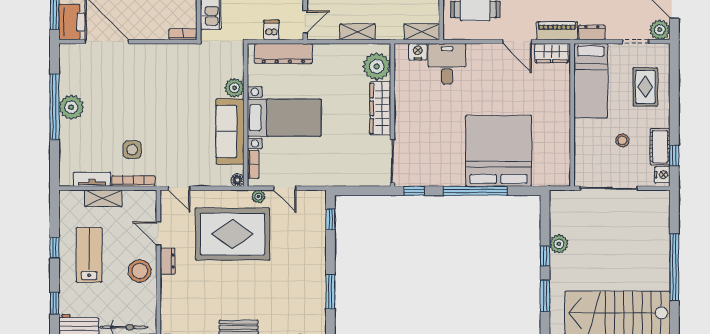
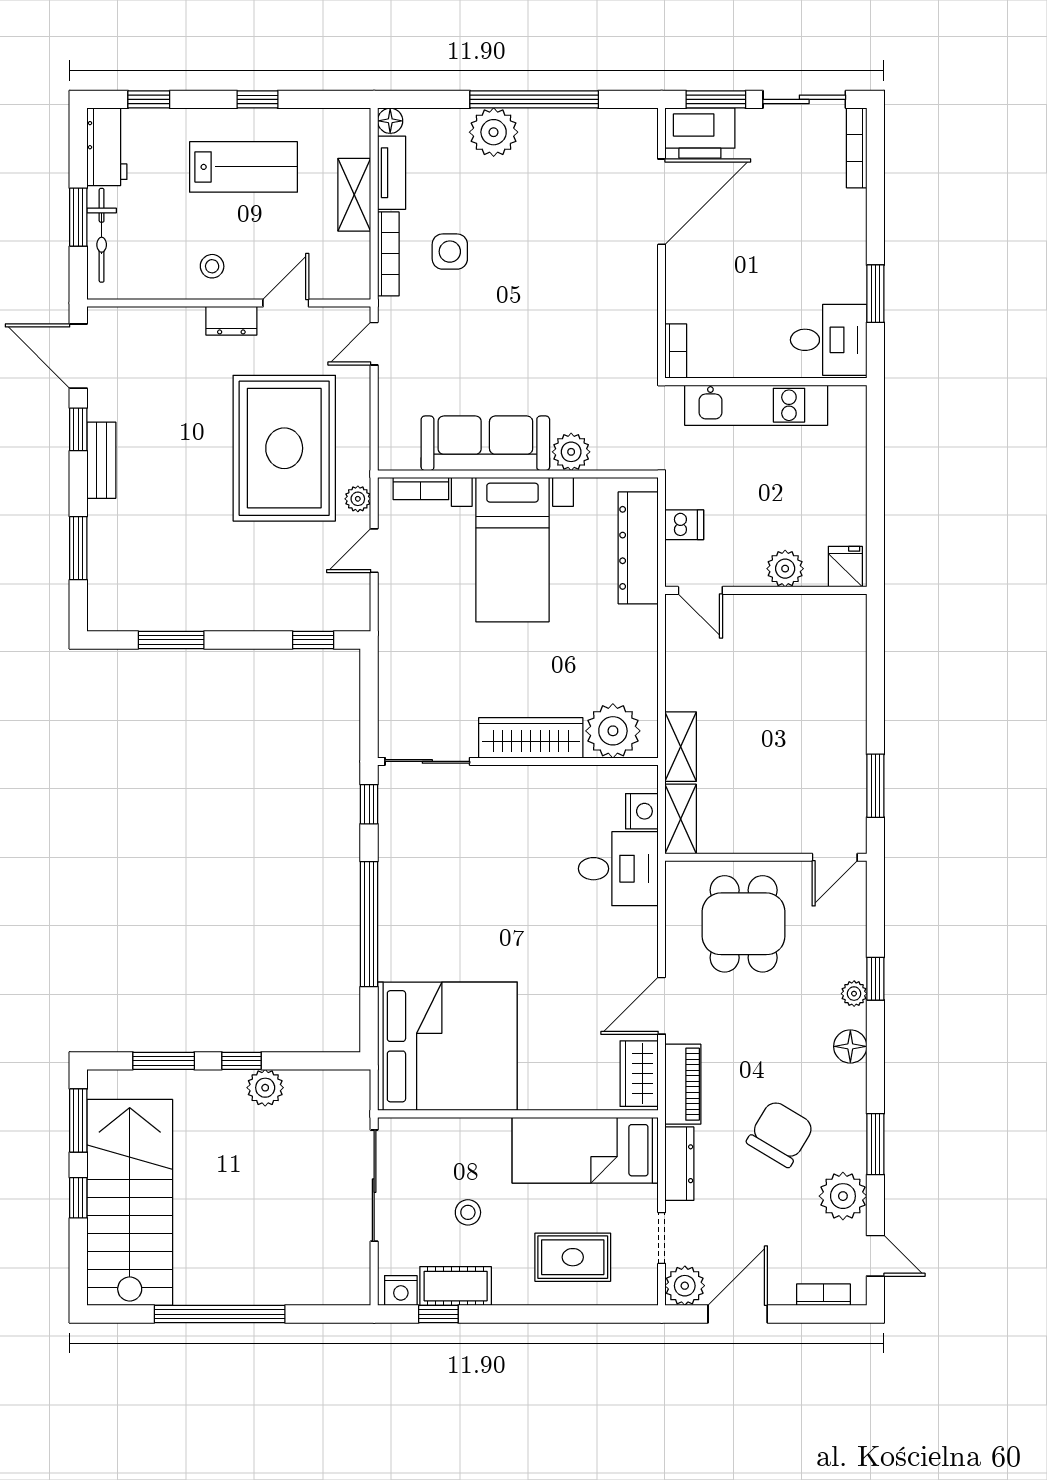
shelving: (357, 32) -> (681, 747), moved
dresser: (592, 32) -> (679, 1164), width x1.44
plant: (71, 107) -> (494, 132), moved
bed: (498, 151) -> (447, 1046), moved
floor lamp: (238, 180) -> (390, 121), moved
stool: (140, 271) -> (212, 266), width x0.53, depth x0.53

